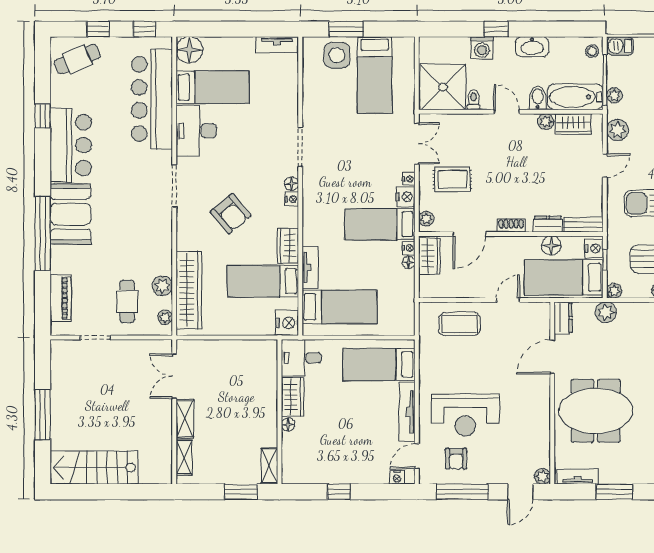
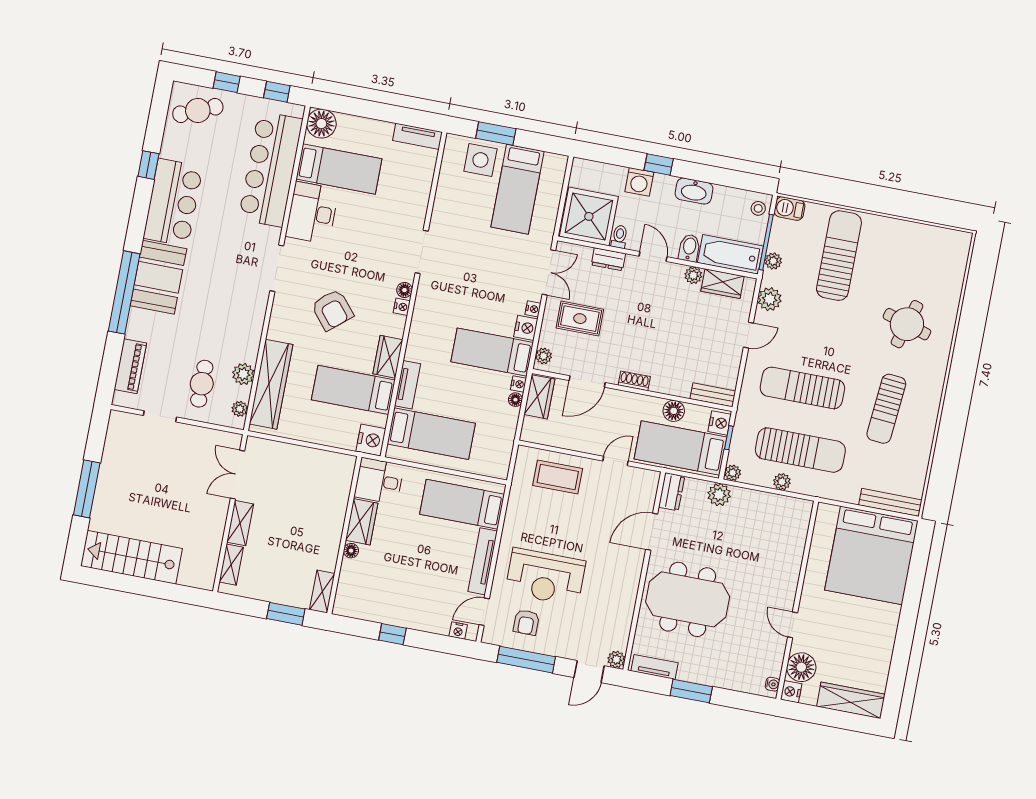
dresser: (548, 224) -> (608, 259), moved, turned 180

